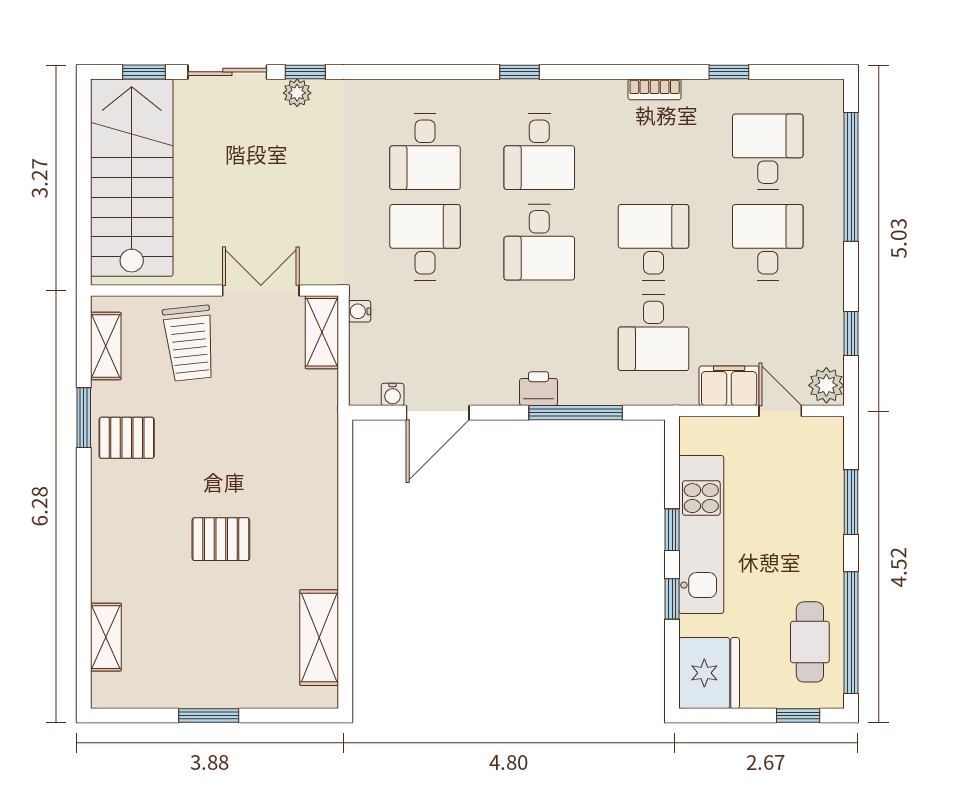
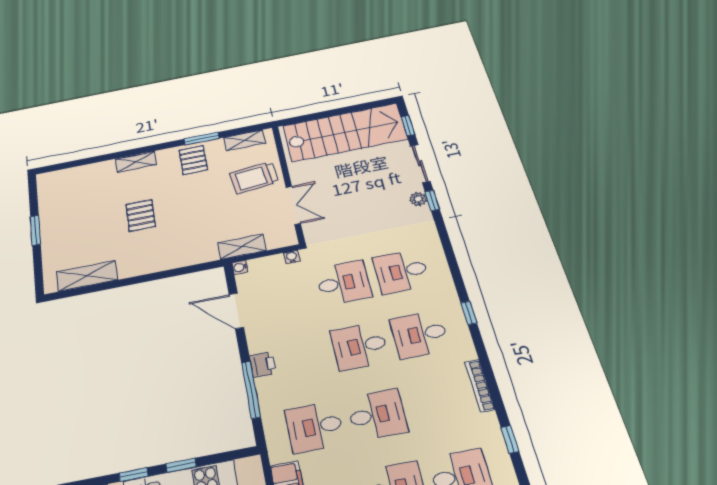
bookcase: (655, 89) -> (480, 386), width x1.56
shelving: (322, 332) -> (242, 247), moved
water cooler: (393, 394) -> (240, 267), moved
shelving: (106, 637) -> (136, 162), moved

